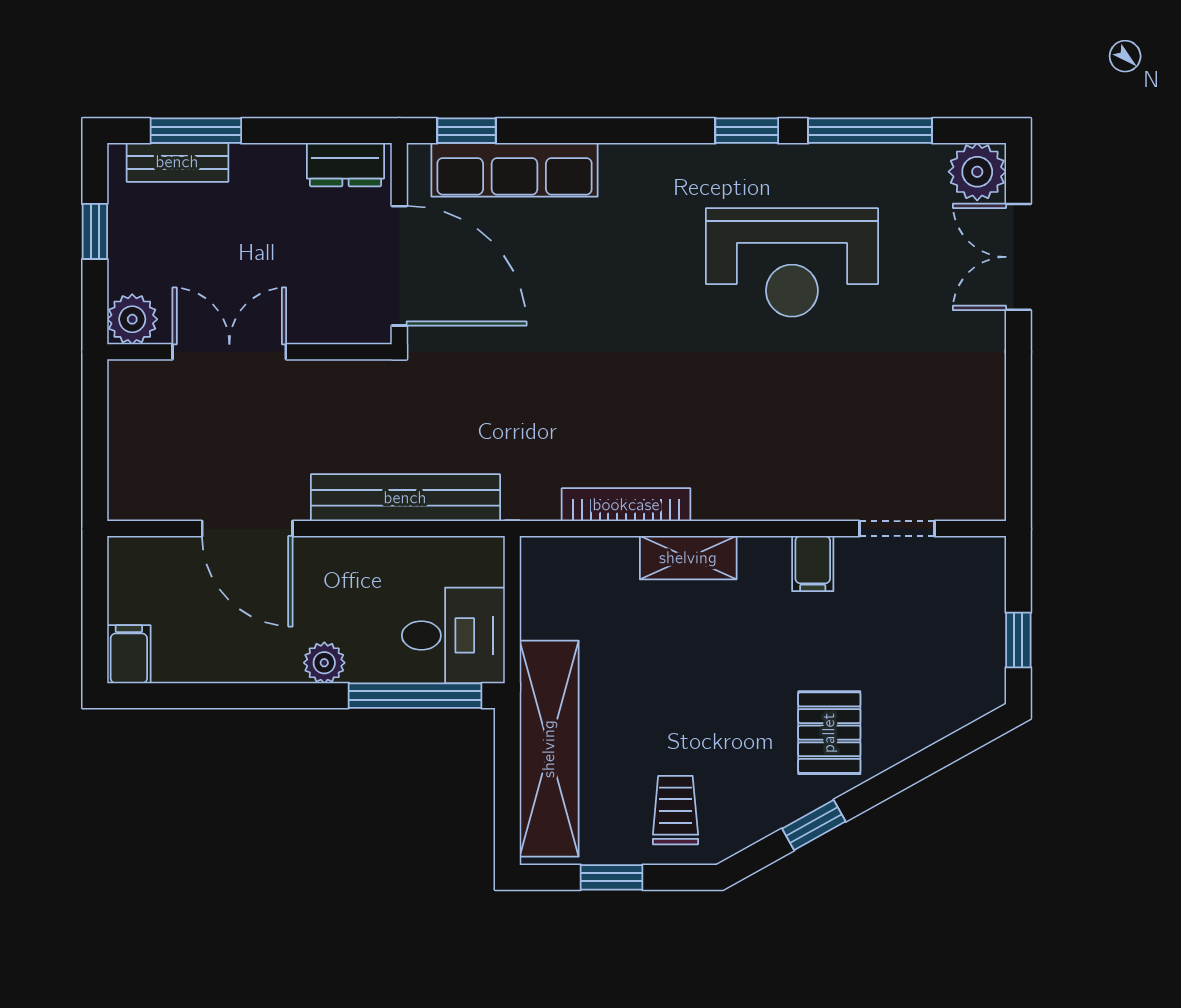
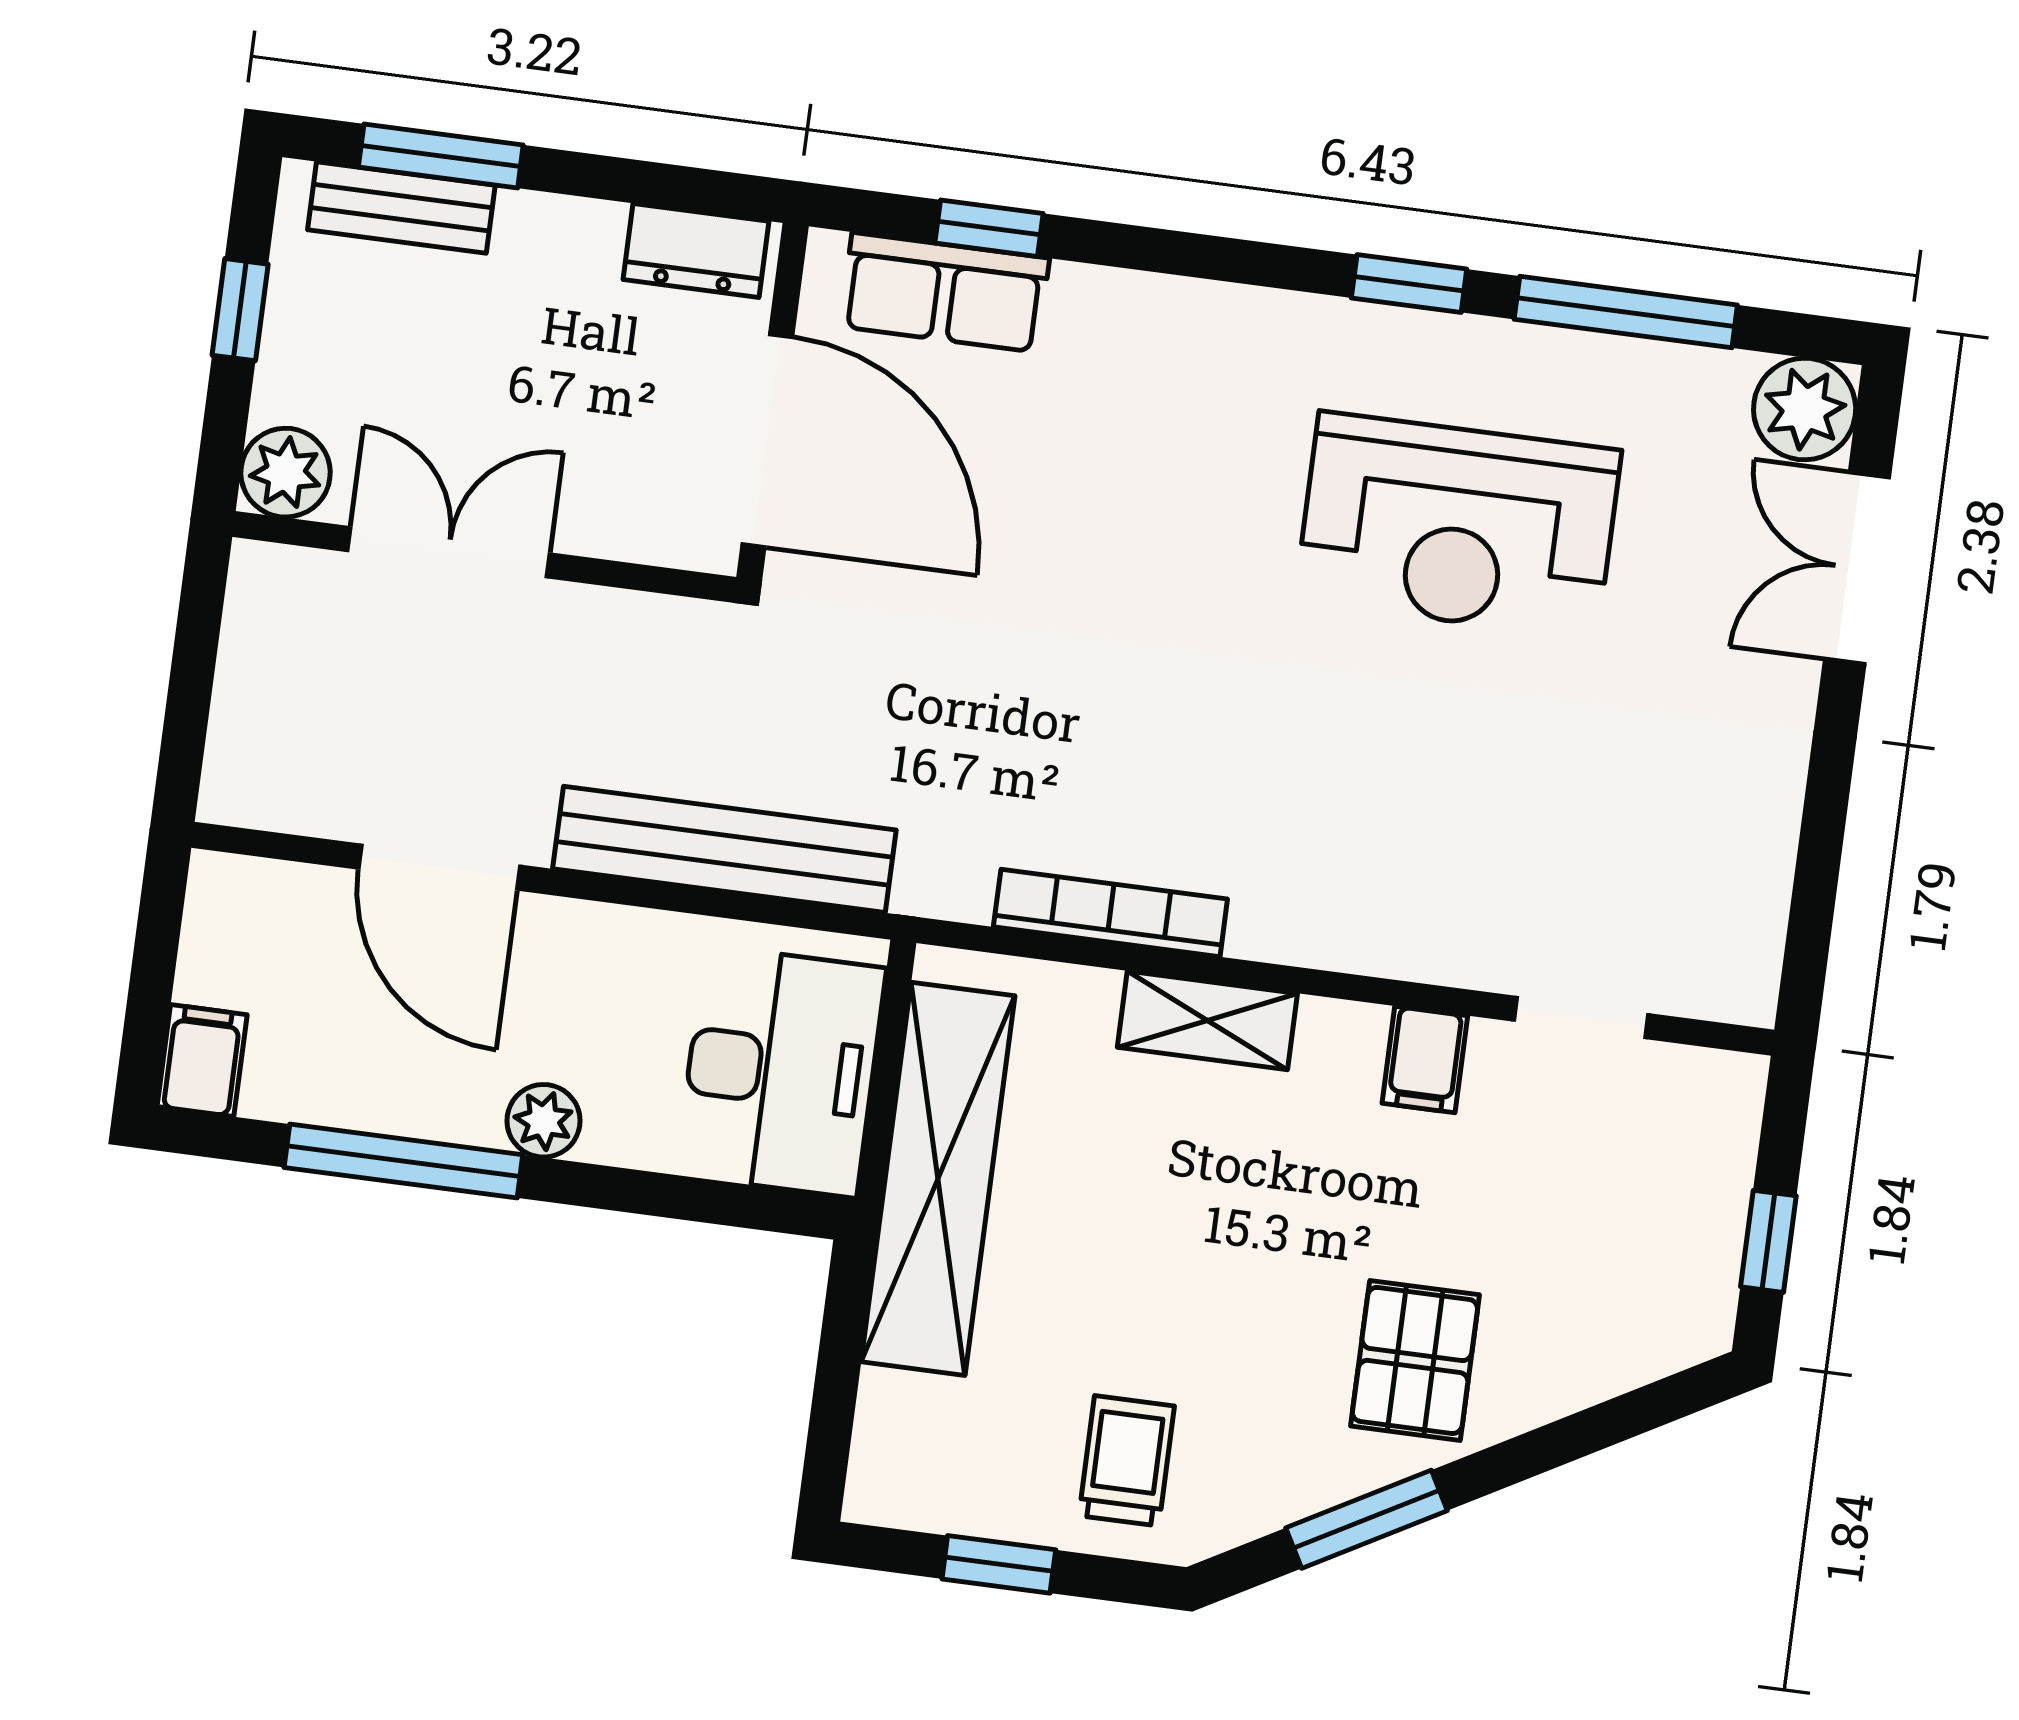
window: (467, 131) -> (989, 228), moved
row of seats: (515, 170) -> (945, 292), width x0.68
desk: (453, 635) -> (781, 1071), width x1.37
window: (415, 696) -> (403, 1161), moved
shelving: (549, 749) -> (938, 1179), moved
window: (814, 825) -> (1366, 1519), width x1.50

